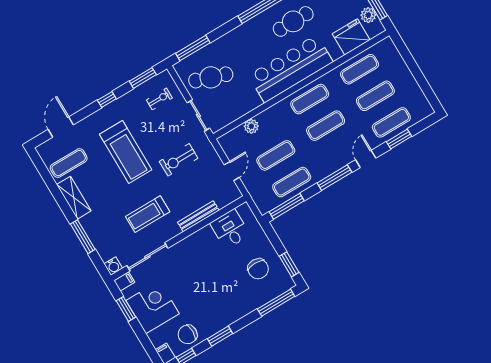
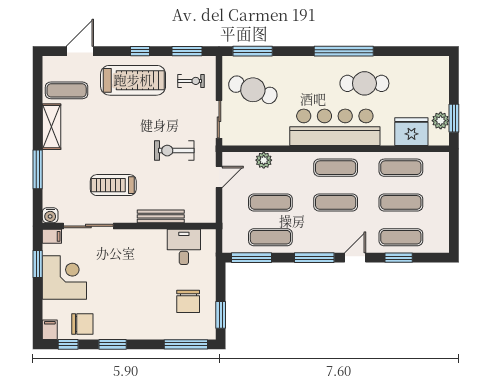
treadmill: (126, 152) -> (133, 80), moved, turned -90
door: (232, 171) -> (219, 177), moved
chair: (188, 334) -> (82, 324), turned 180

